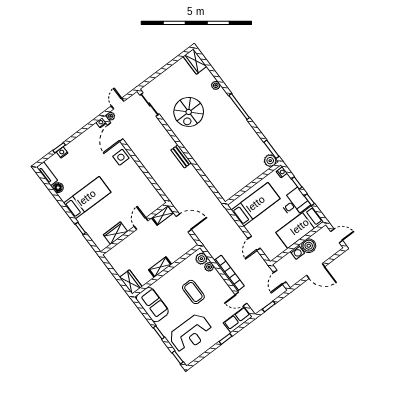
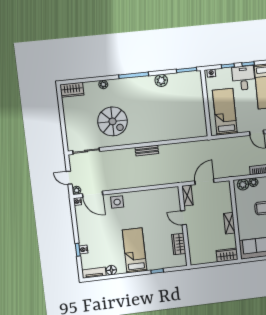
plant: (270, 161) -> (161, 80), moved

